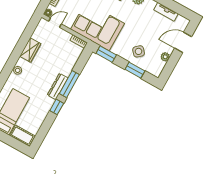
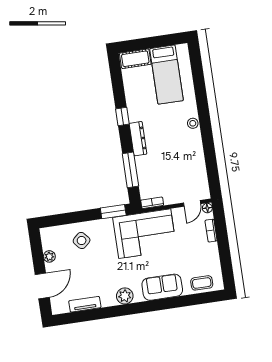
wardrobe: (30, 50) -> (196, 155), removed
window: (135, 70) -> (70, 218), removed
window: (69, 84) -> (130, 170), moved

